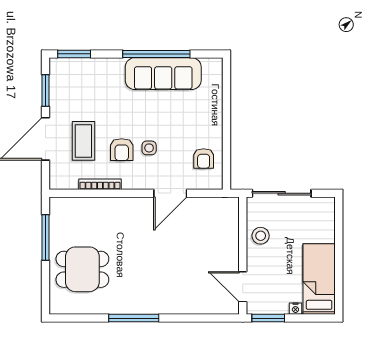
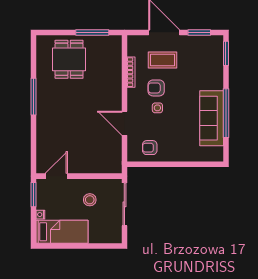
stool: (261, 236) -> (90, 200), moved

